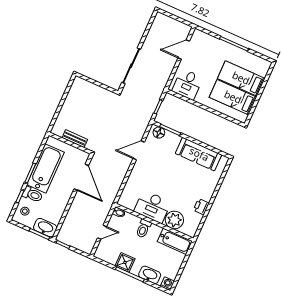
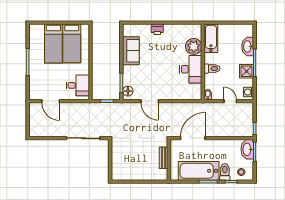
sofa: (199, 154) -> (131, 51), width x0.73
printer: (201, 207) -> (157, 29), moved
washing machine: (167, 284) -> (248, 92), moved

